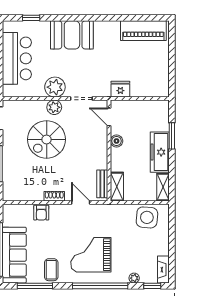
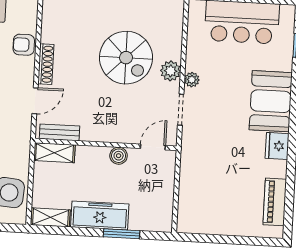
piano: (143, 31) -> (275, 202), width x0.73, depth x0.75
plant: (55, 87) -> (192, 80), width x0.53, depth x0.53
fridge: (120, 89) -> (277, 146), moved, turned 180
spiral stairs: (47, 139) -> (126, 58), turned 180
shoe rack: (54, 196) -> (46, 64), width x1.43

